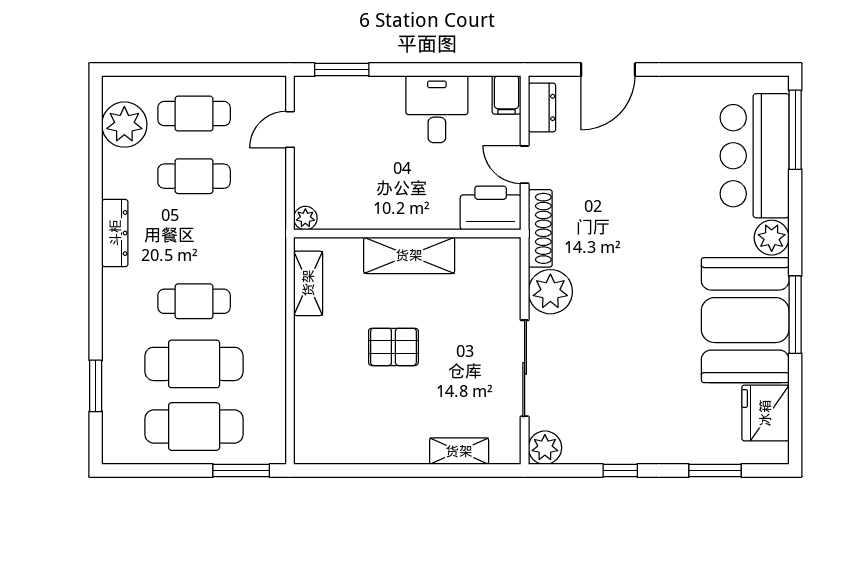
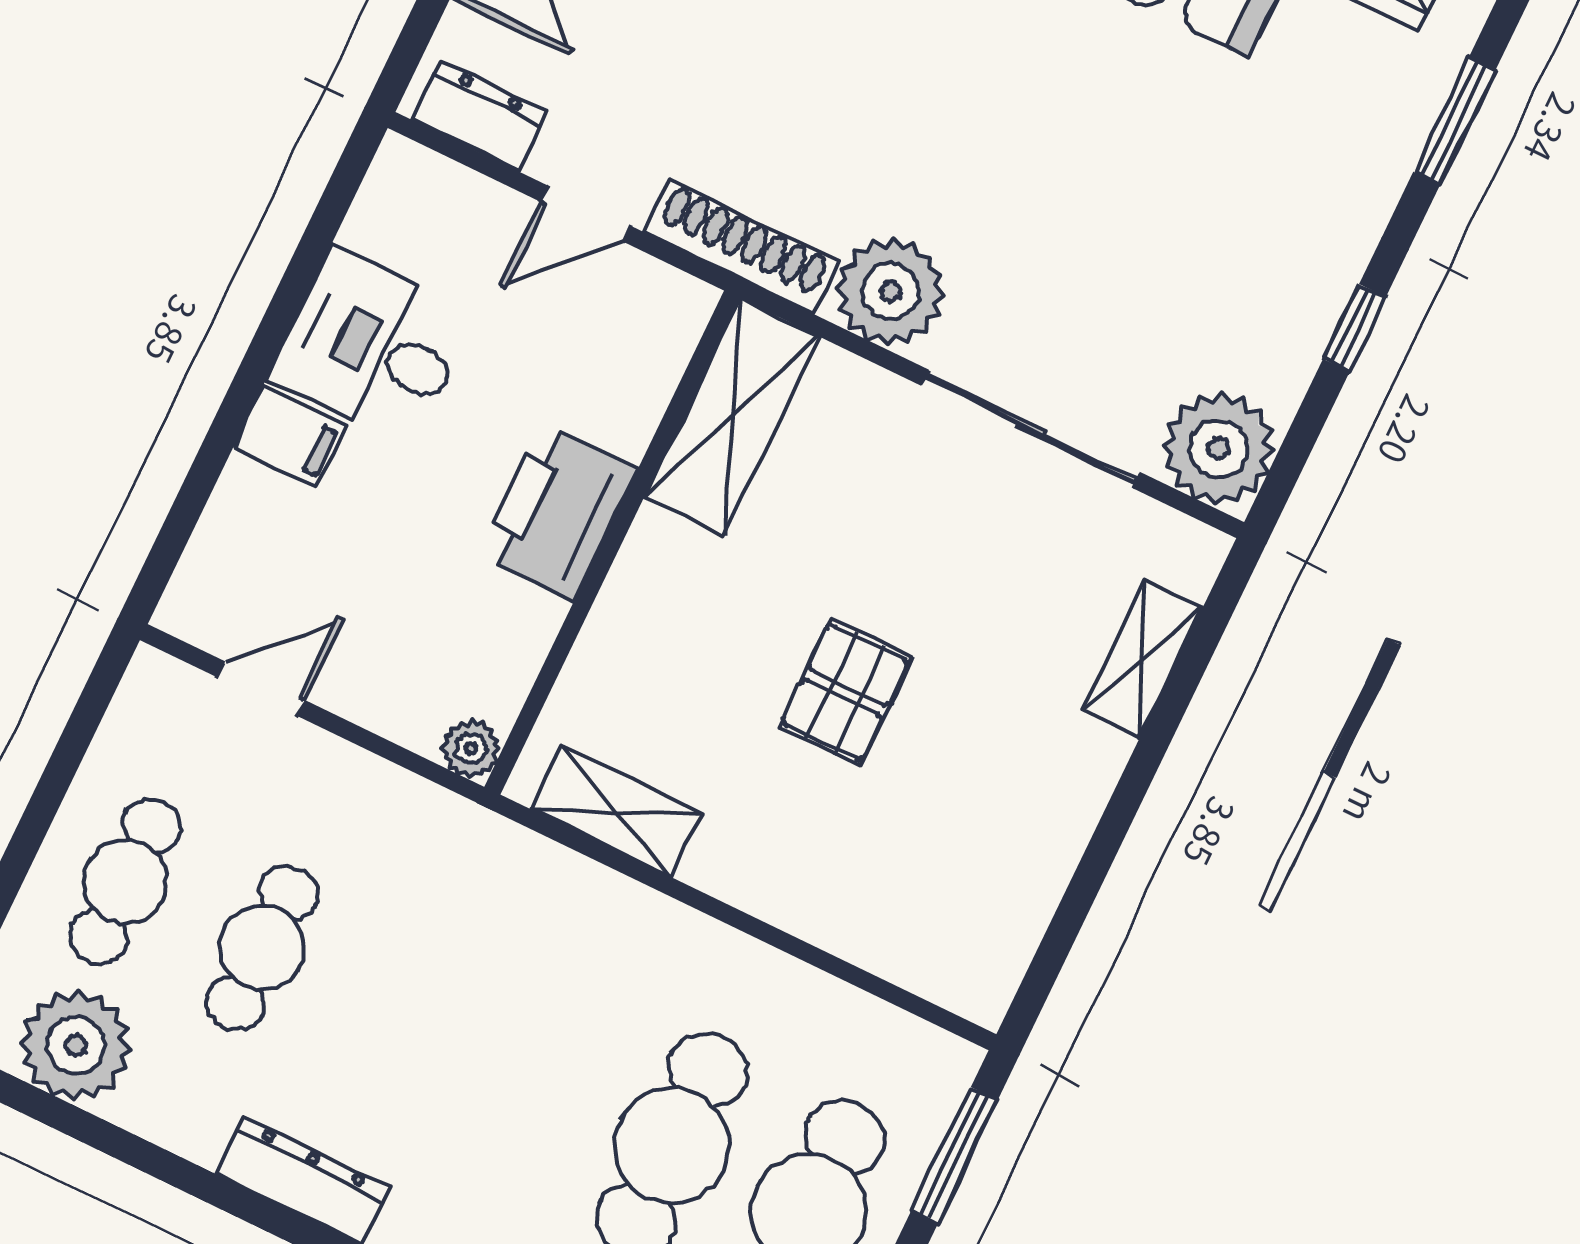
window: (342, 70) -> (185, 513), removed
filing cabinet: (506, 95) -> (290, 436), moved
door: (290, 129) -> (261, 689), swing flipped
printer: (491, 208) -> (558, 512), moved
shelving: (409, 255) -> (732, 417), moved
cafe table: (194, 301) -> (535, 1080), removed
plant: (545, 448) -> (1218, 448), width x1.36, depth x1.36

